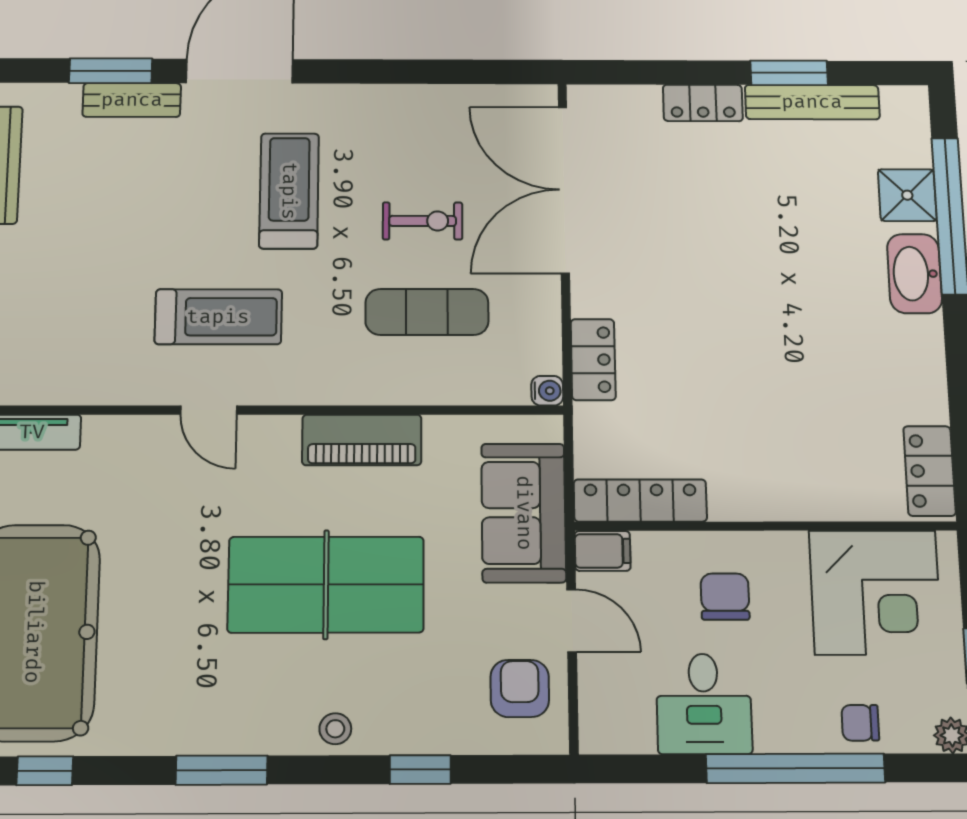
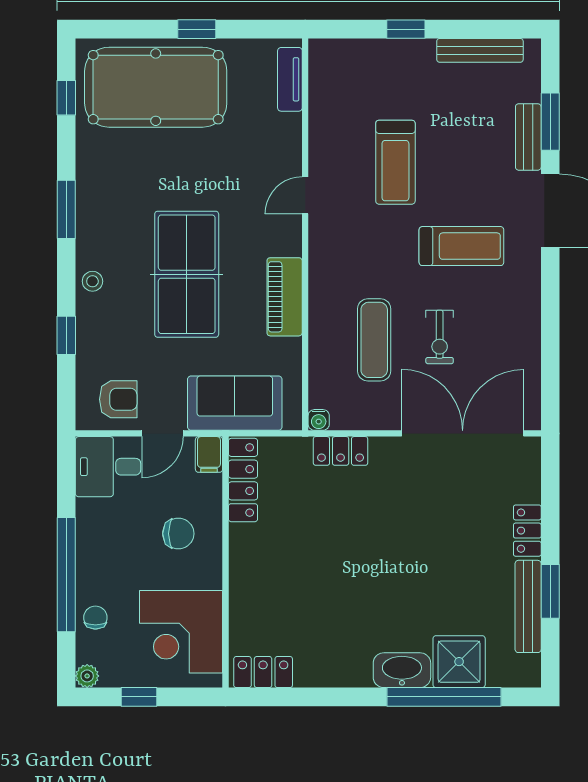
shower: (907, 195) -> (459, 662), width x1.36, depth x1.36
treadmill: (218, 317) -> (395, 162), moved
desk: (704, 704) -> (108, 467), moved

